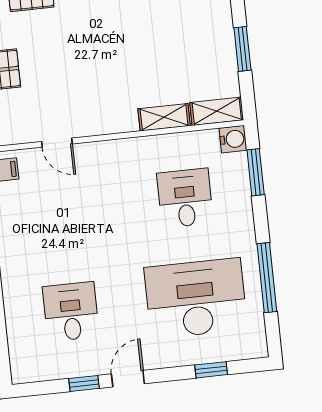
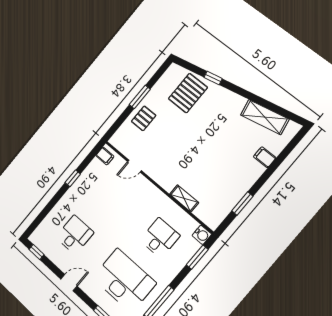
shelving: (217, 111) -> (207, 217), removed
door: (57, 143) -> (134, 166), hinge flipped
window: (84, 383) -> (37, 252), moved

